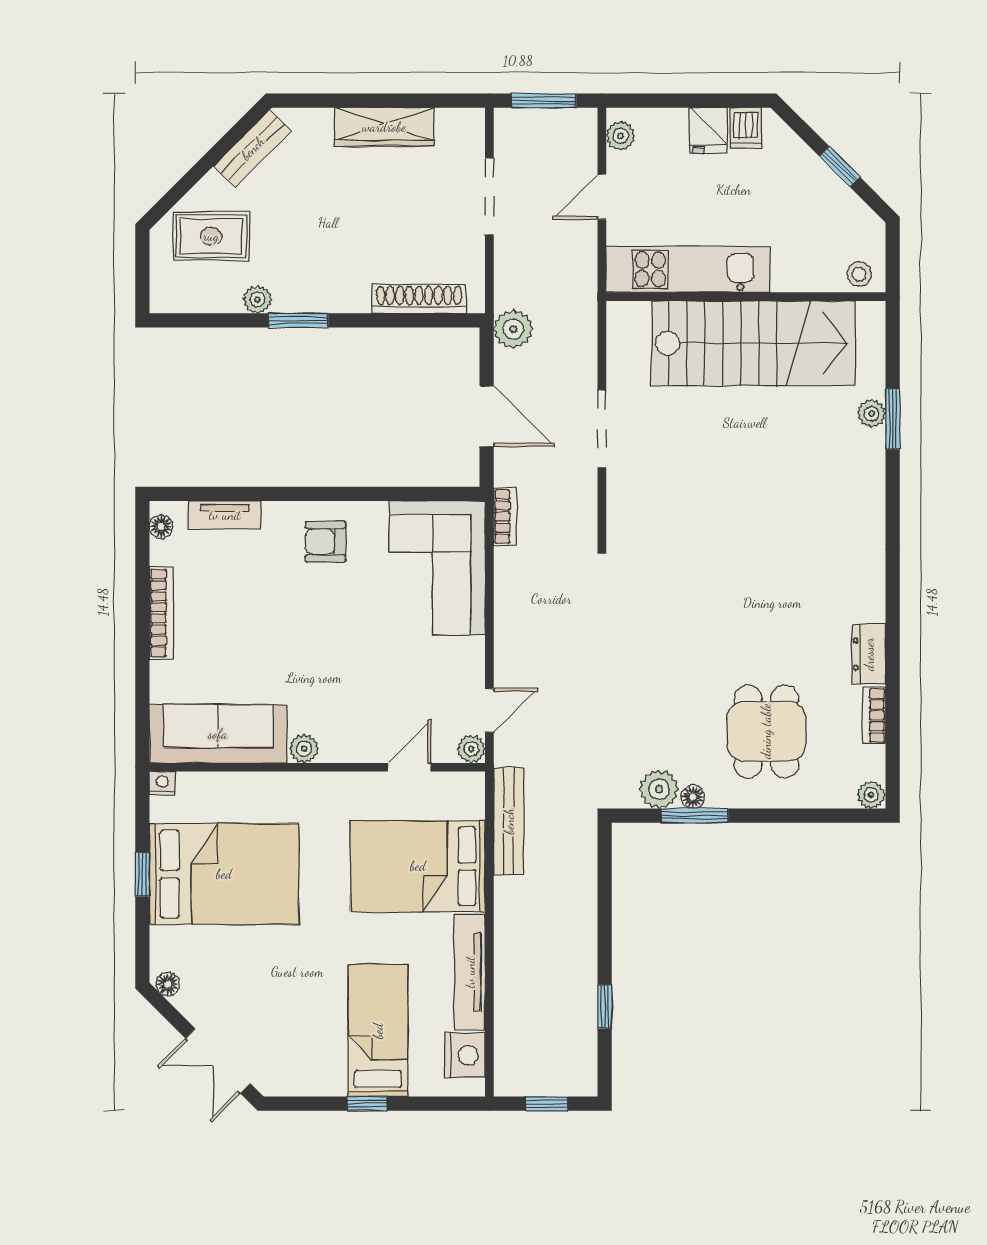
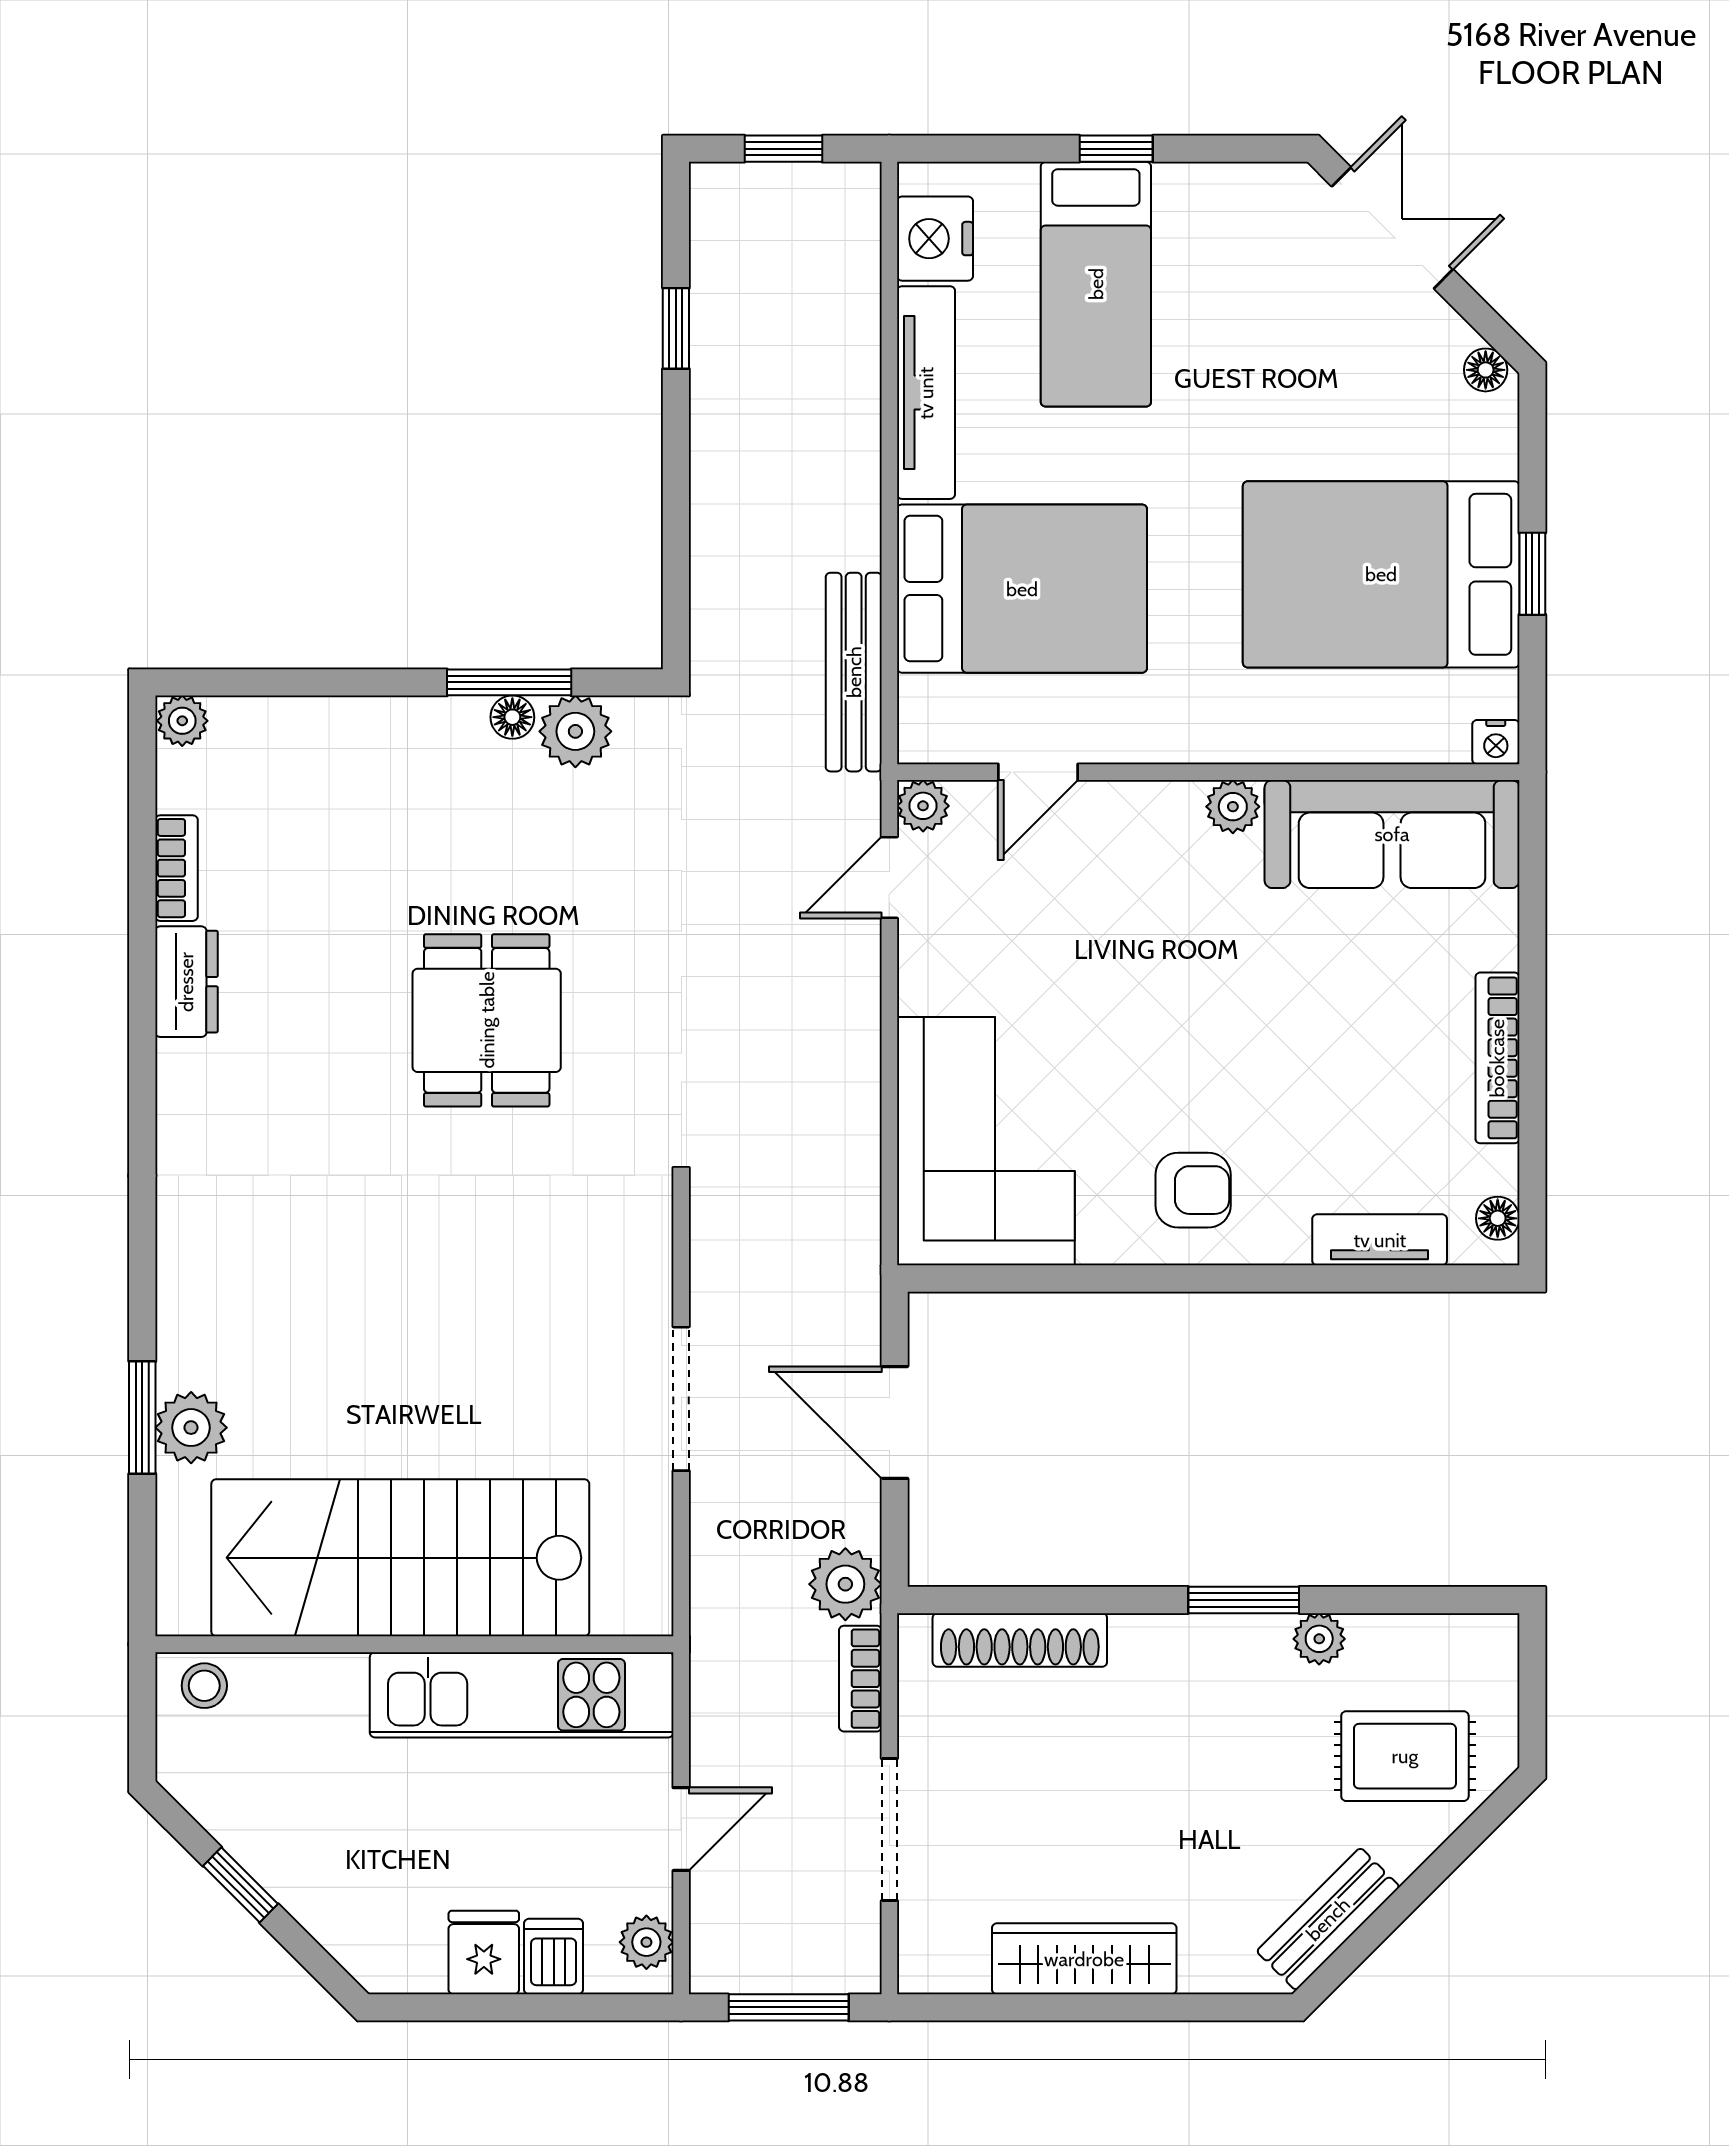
dishwasher: (746, 128) -> (554, 1957), moved
plant: (872, 413) -> (191, 1428), width x1.38, depth x1.38
bookcase: (505, 517) -> (860, 1679), moved
dining table: (766, 731) -> (487, 1020), moved

